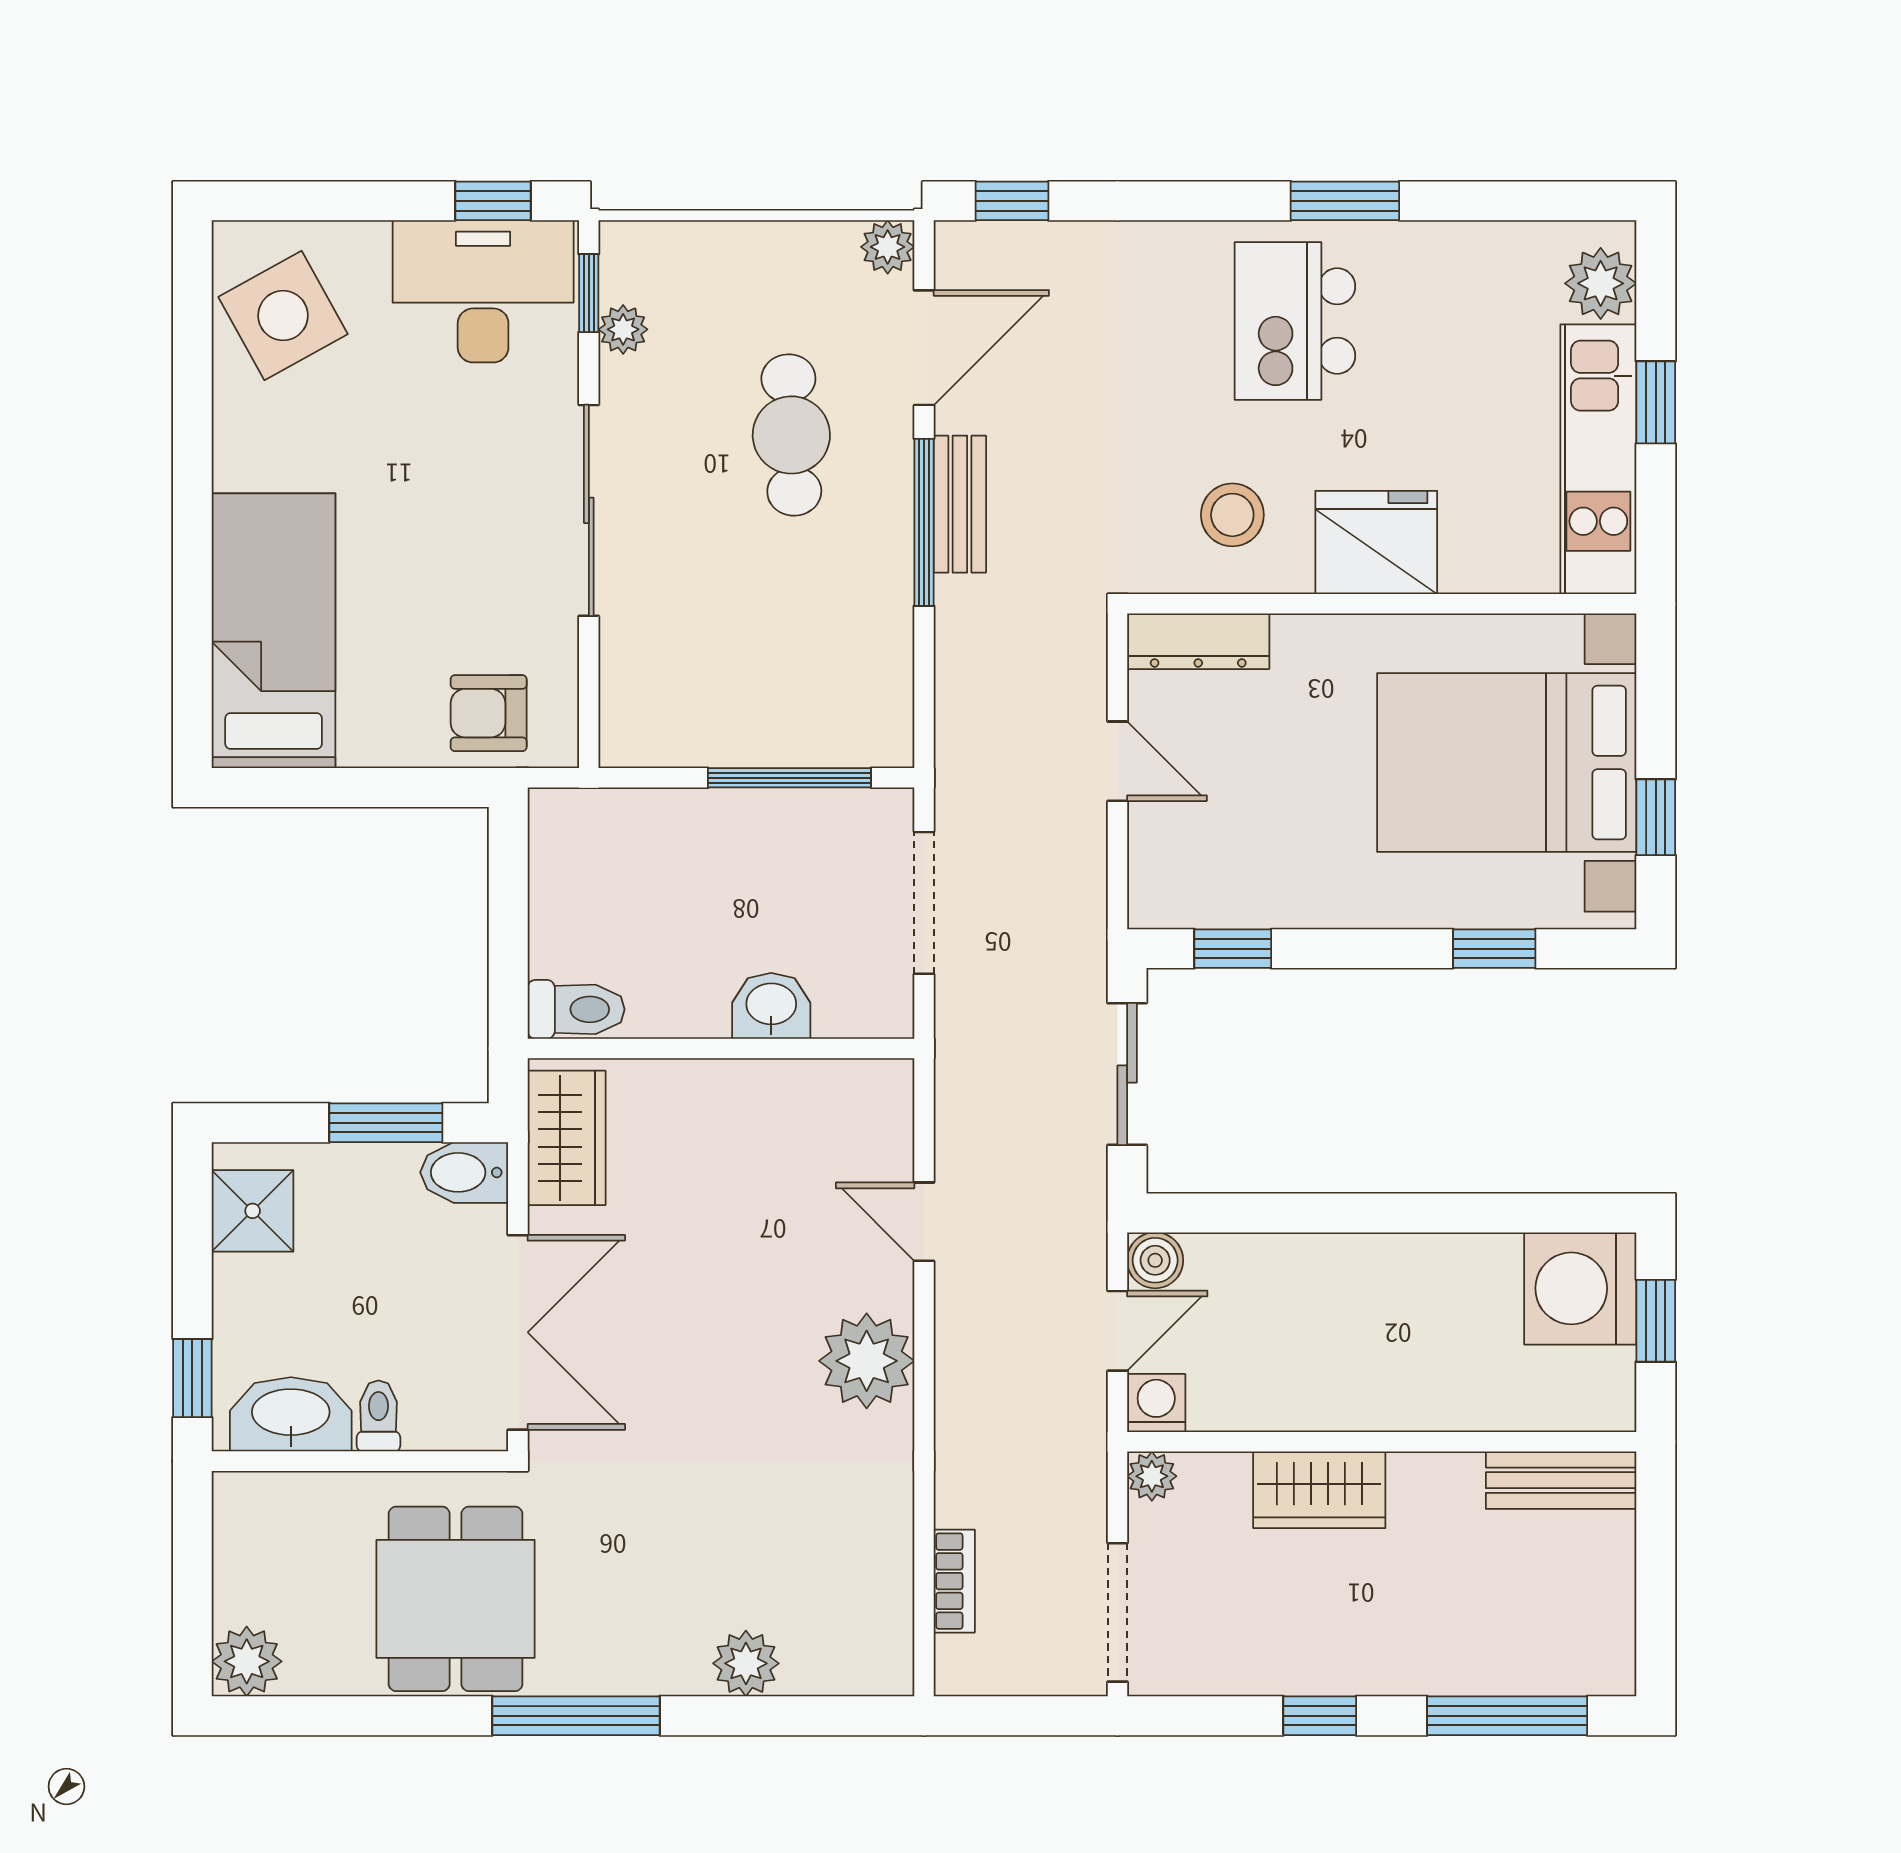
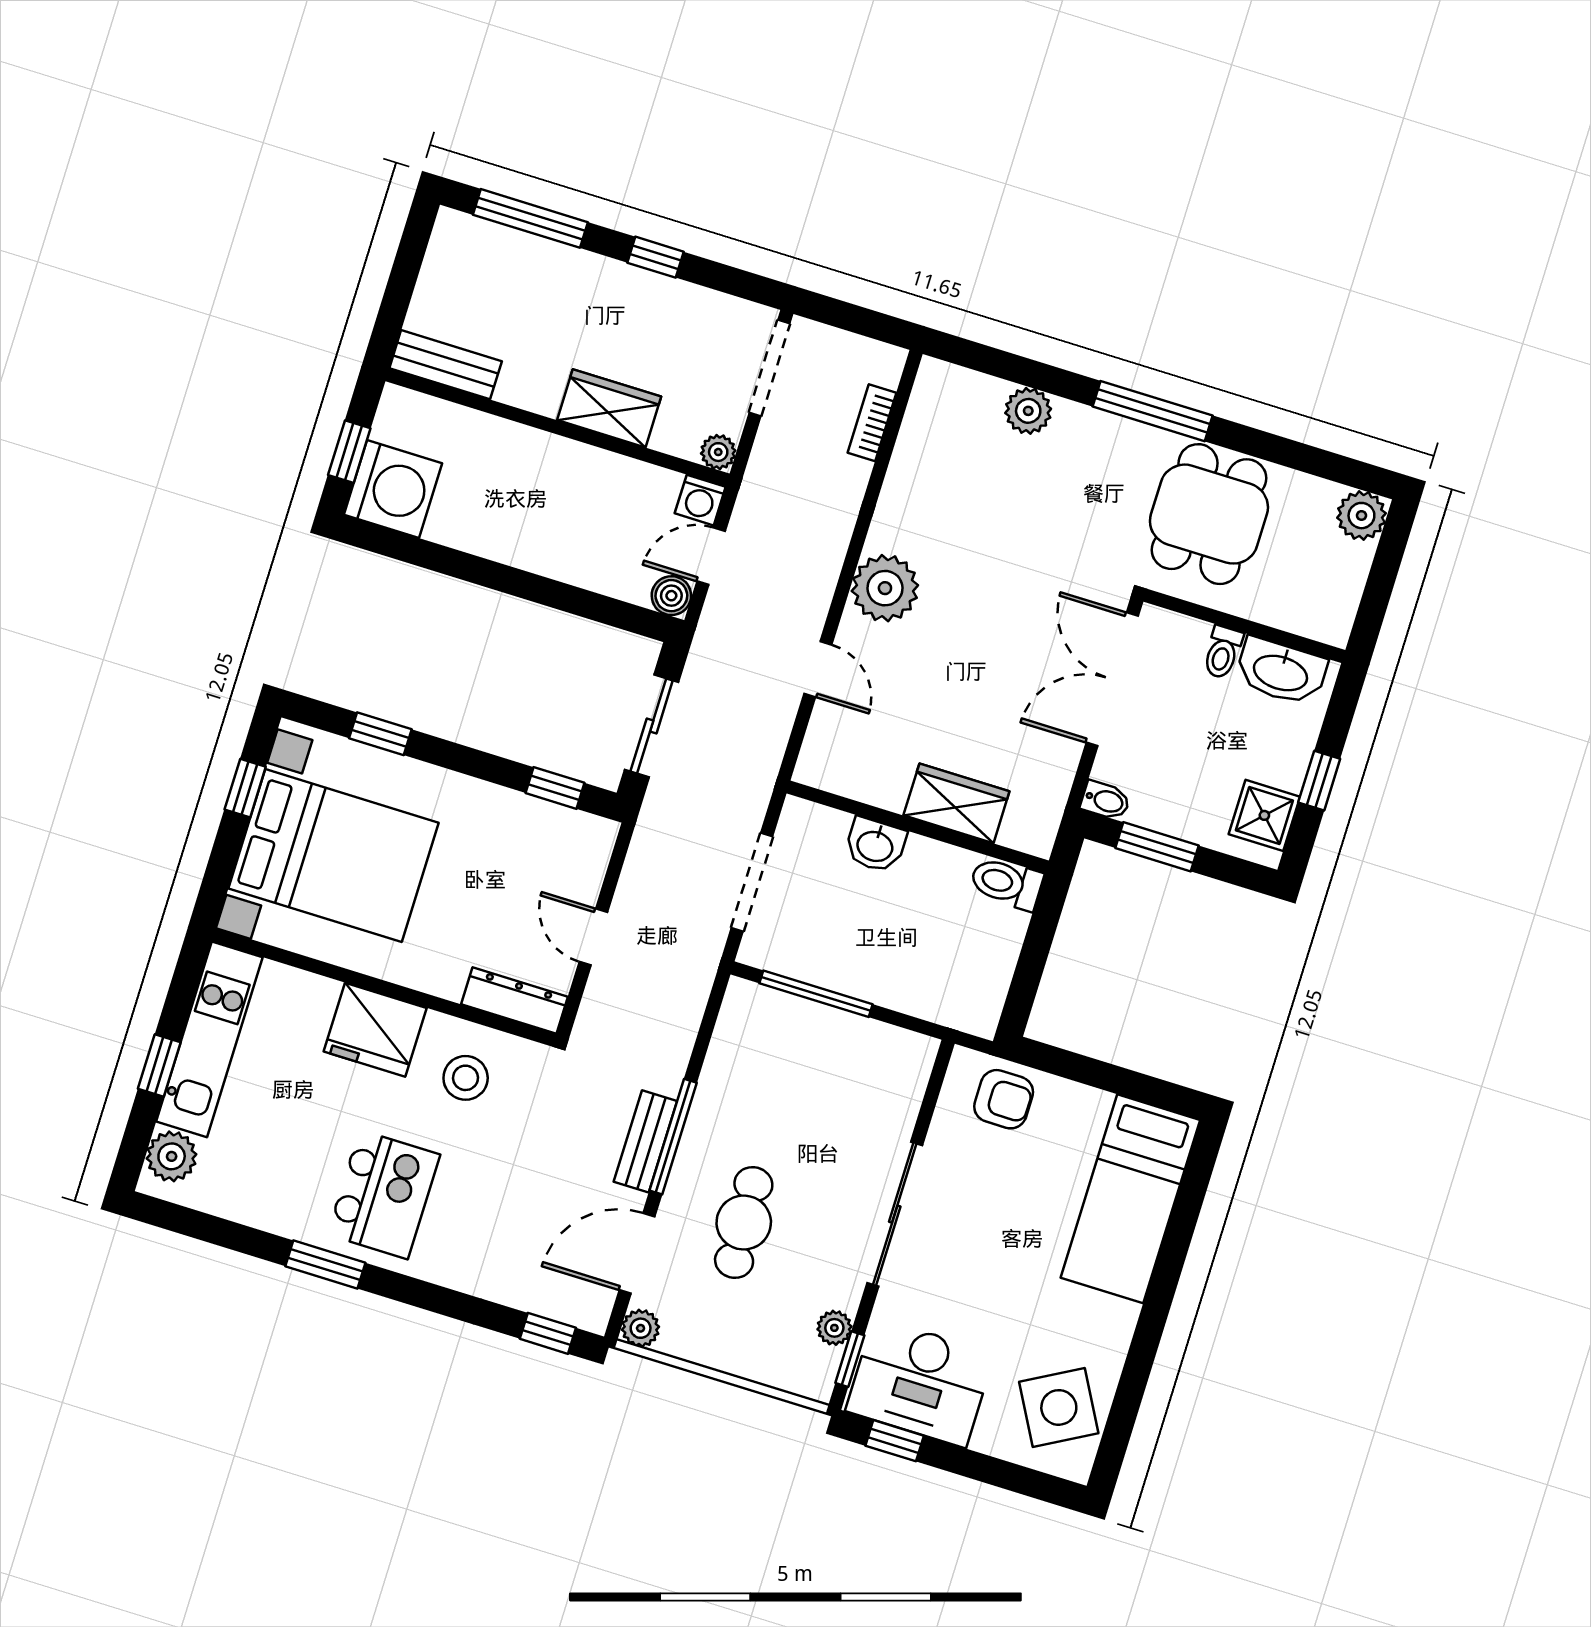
wardrobe: (567, 1138) -> (956, 803), moved, turned 90
bidet: (464, 1172) -> (1105, 801), width x0.72, depth x0.74
window: (192, 1378) -> (1319, 781), moved

